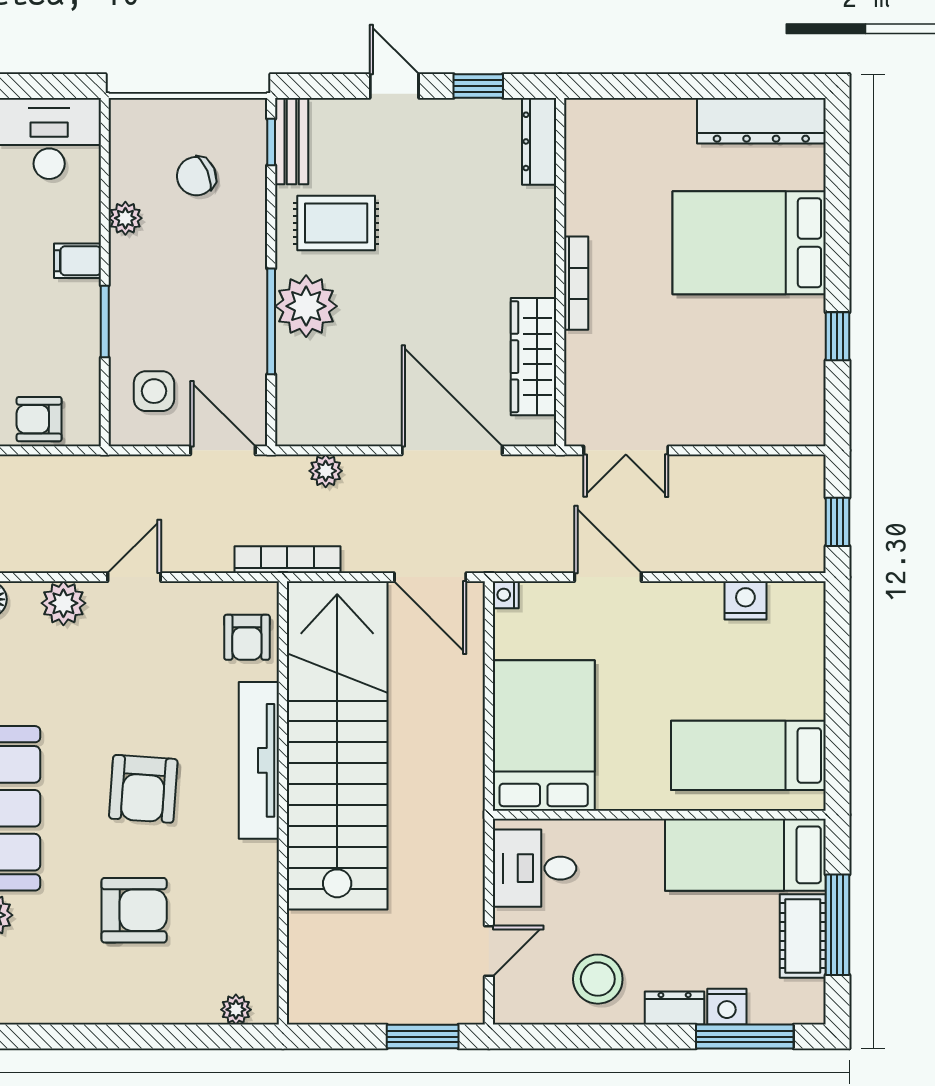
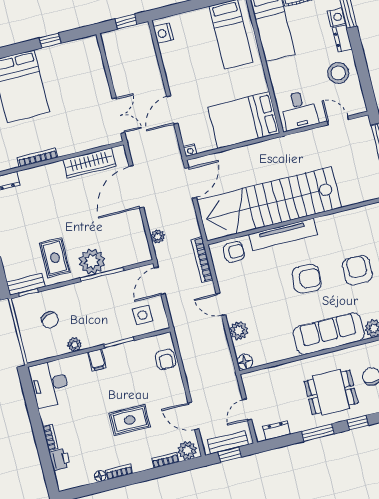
bookcase: (576, 283) -> (37, 157), moved
bookcase: (287, 560) -> (202, 260), moved
nightstand: (745, 600) -> (163, 33), moved

